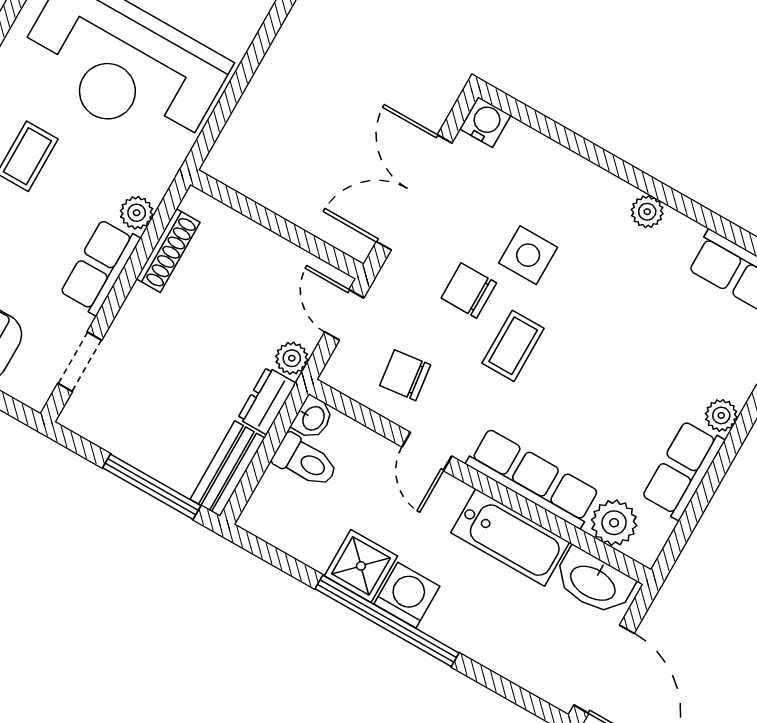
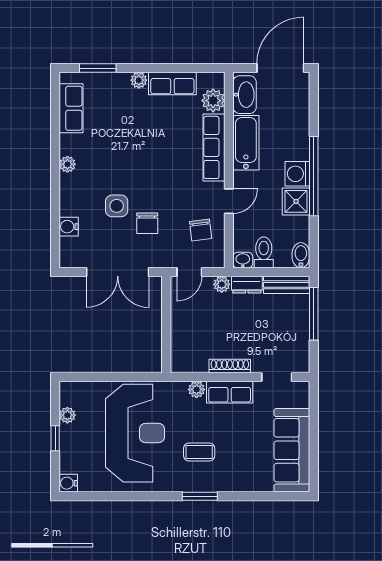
water cooler: (486, 122) -> (69, 227), moved
shoe rack: (168, 251) -> (230, 366), moved
coffee table: (513, 346) -> (160, 190), removed
bidet: (264, 522) -> (301, 255), added

